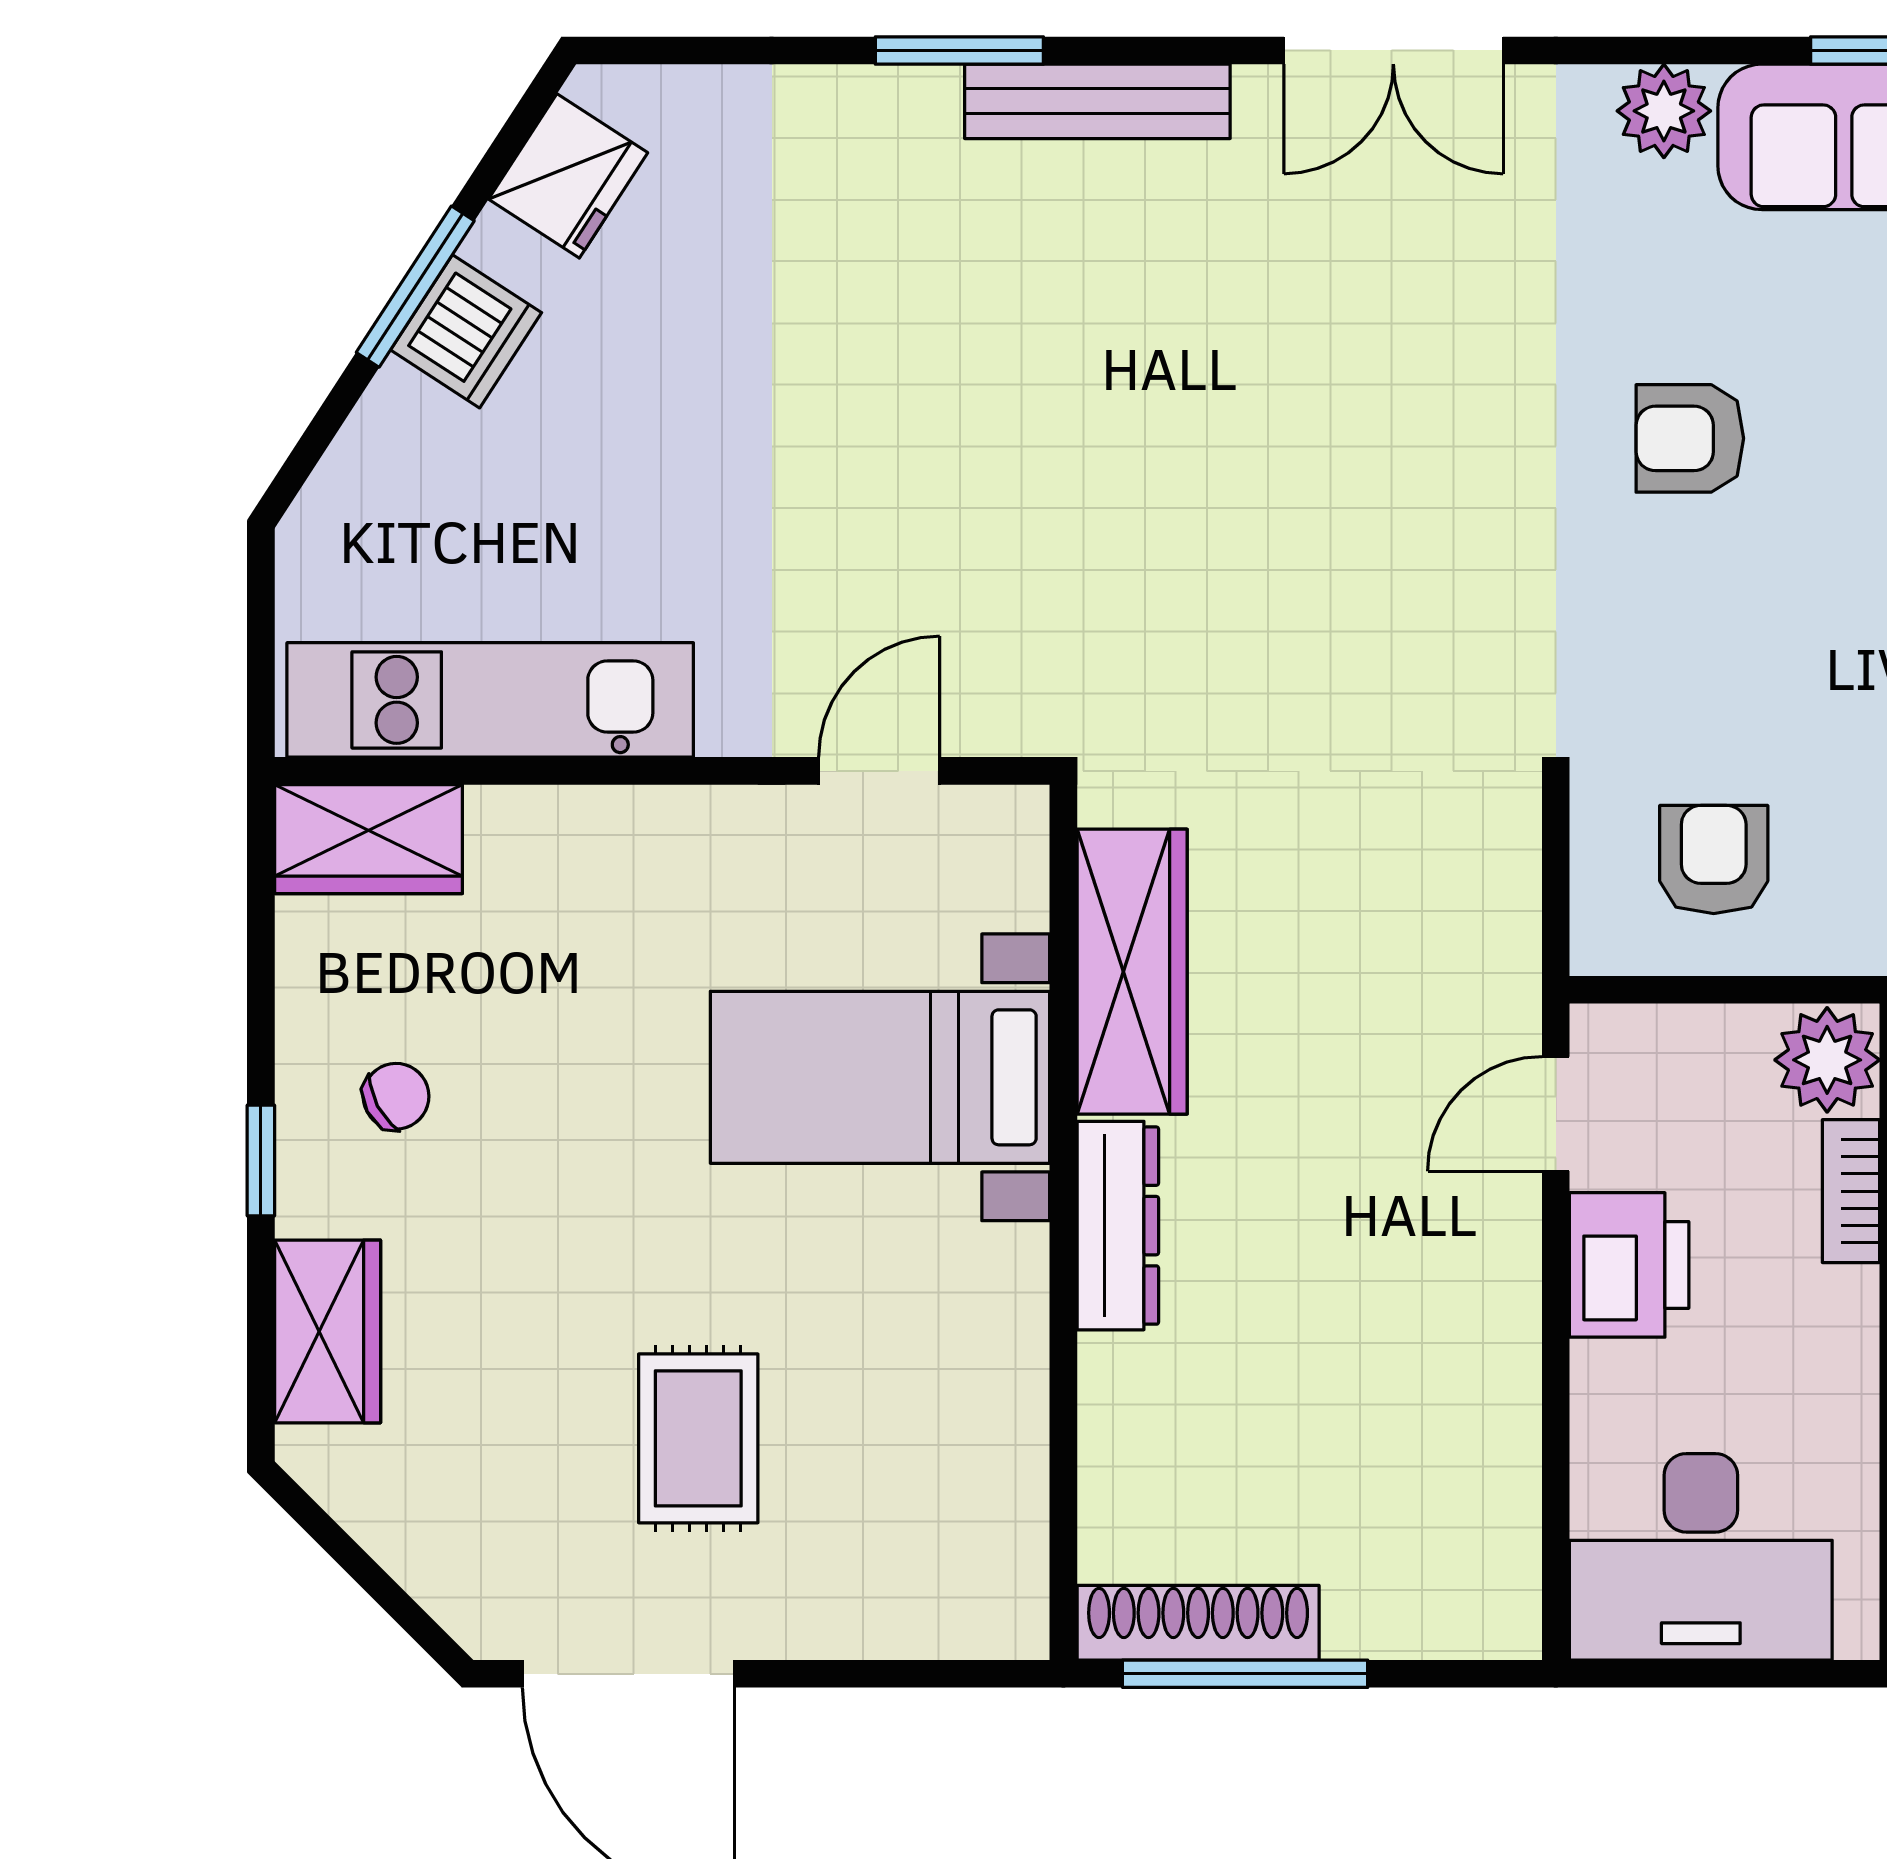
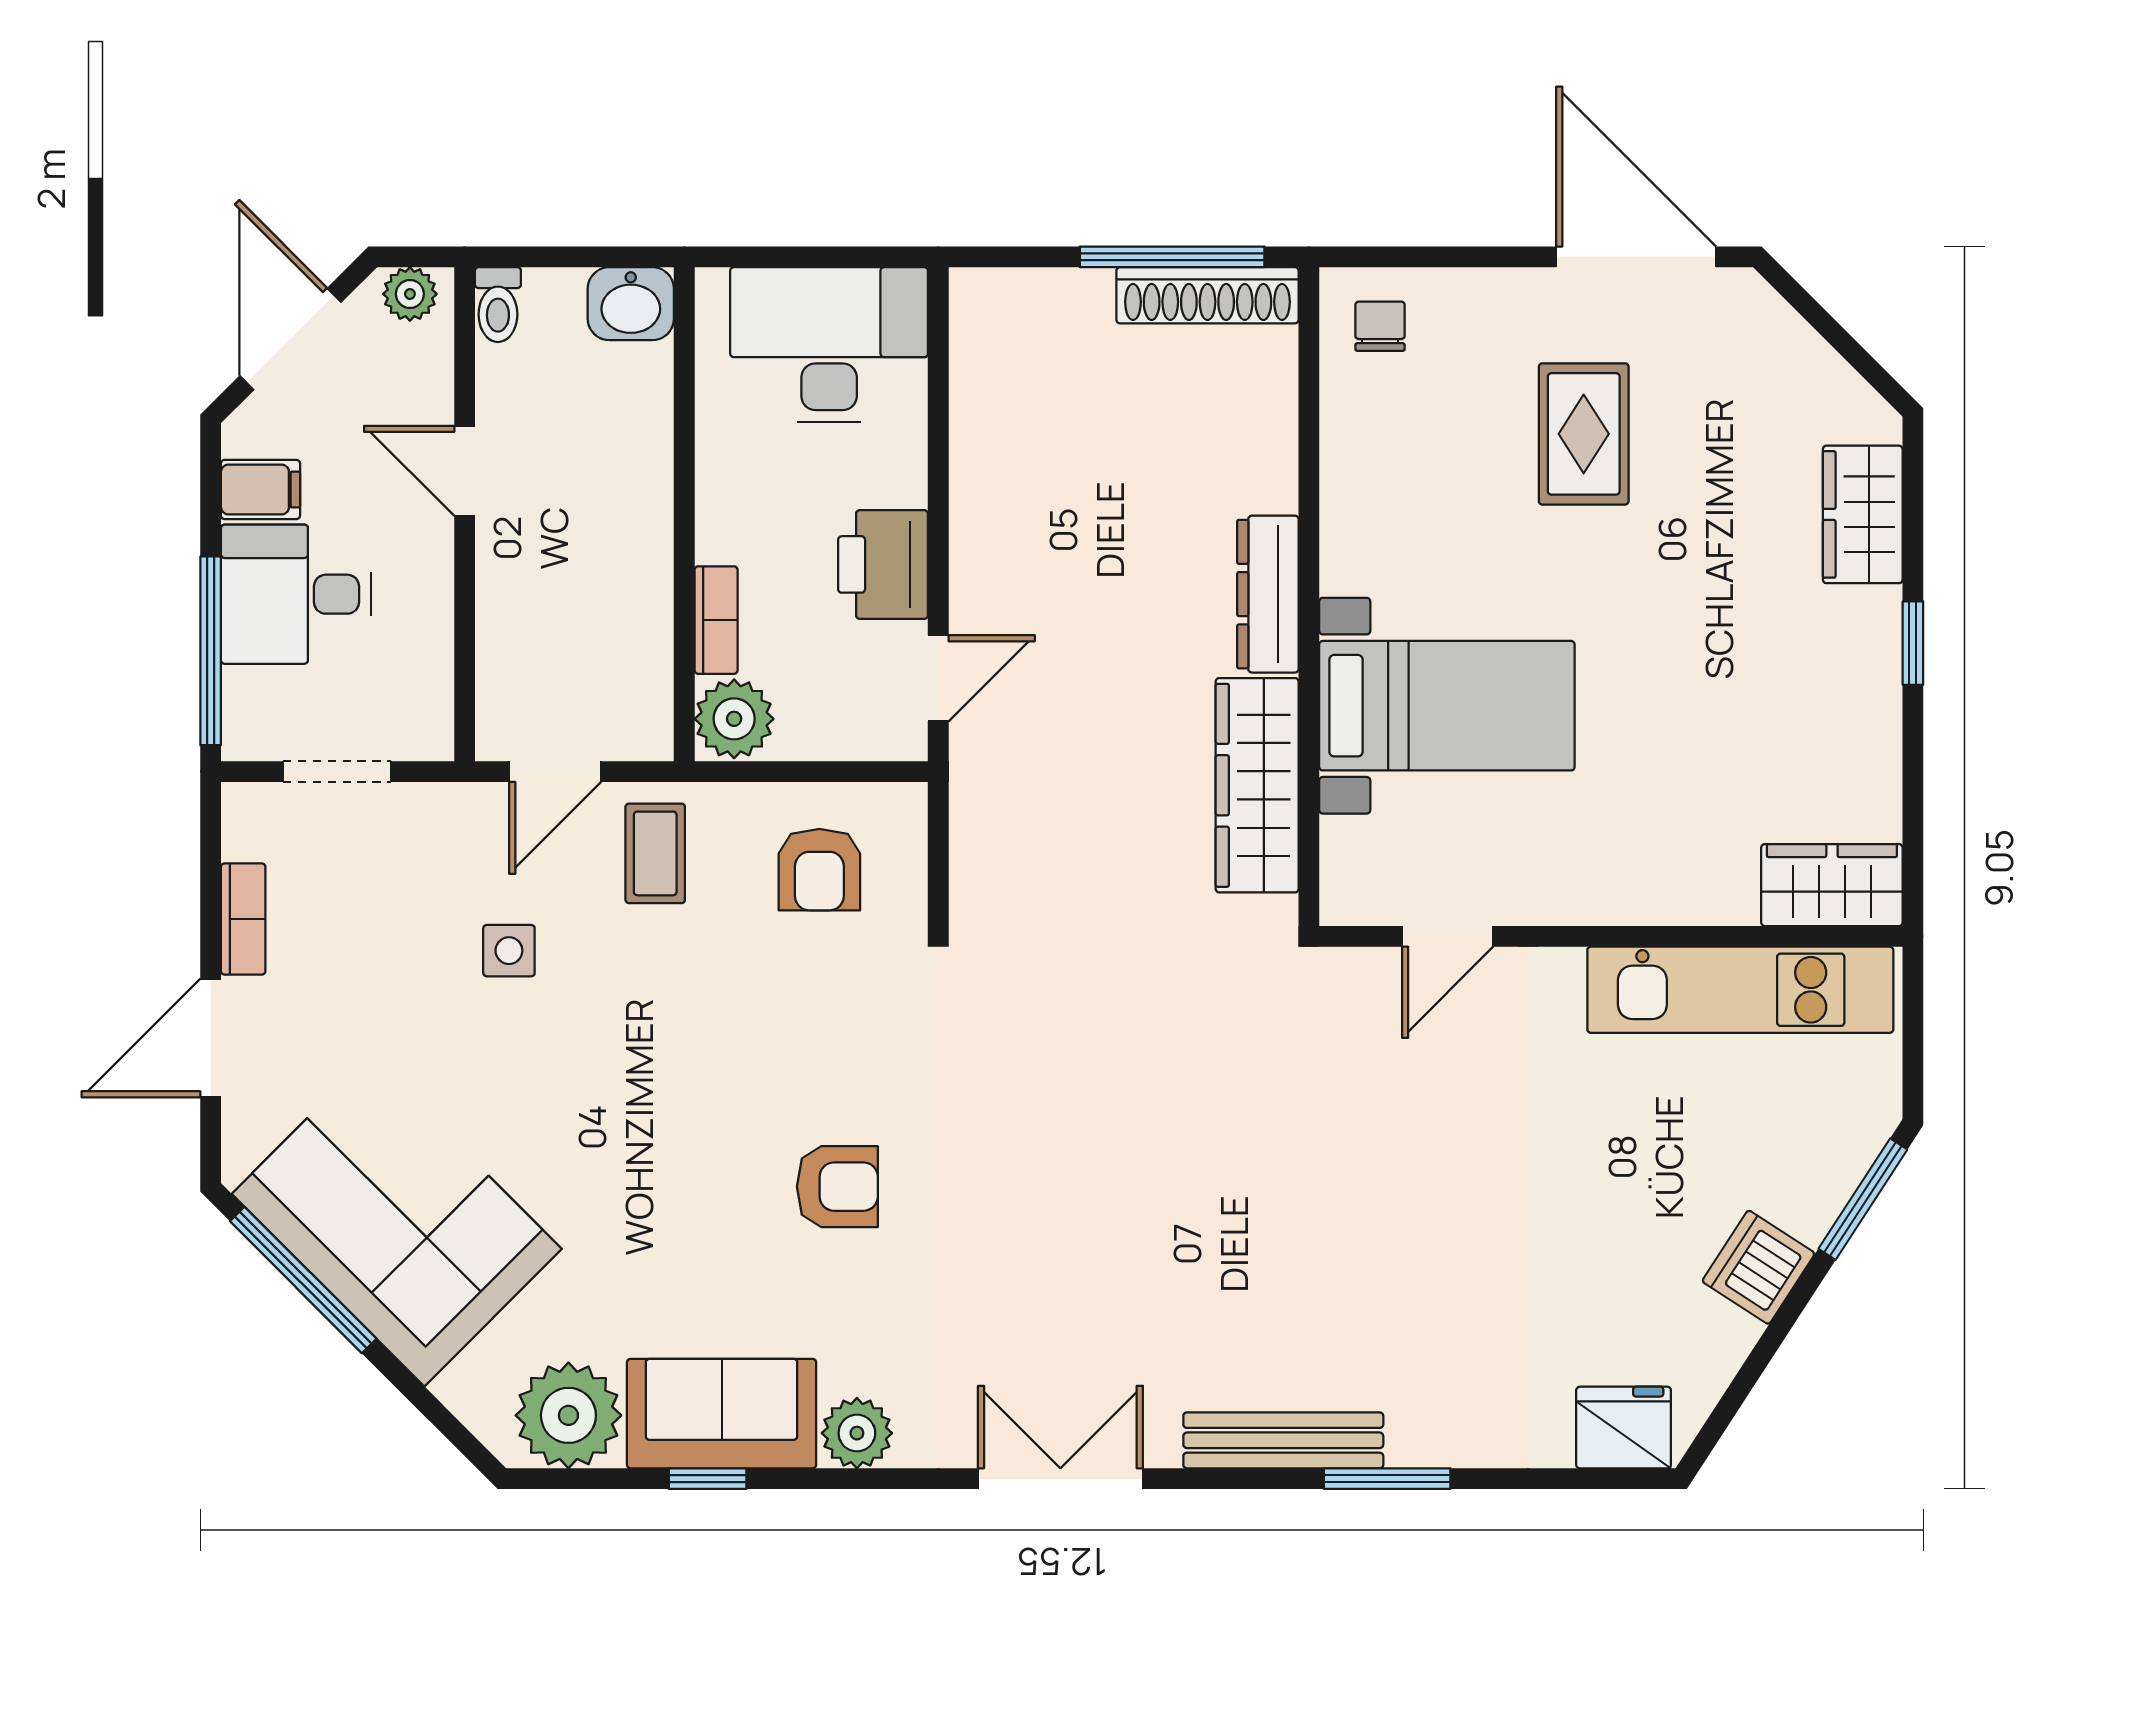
fridge: (568, 176) -> (1624, 1428), moved, turned 57
window: (415, 287) -> (1863, 1199), moved
chair: (396, 1096) -> (1380, 326), moved, turned 118

